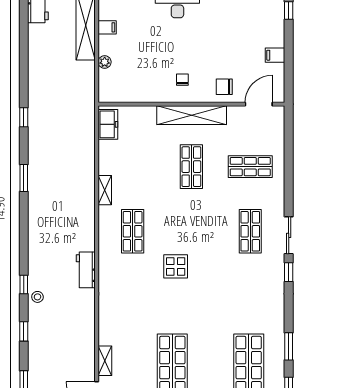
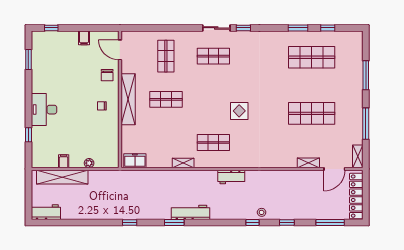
workbench: (37, 200) -> (190, 212), added
workbench: (86, 270) -> (231, 177), moved

